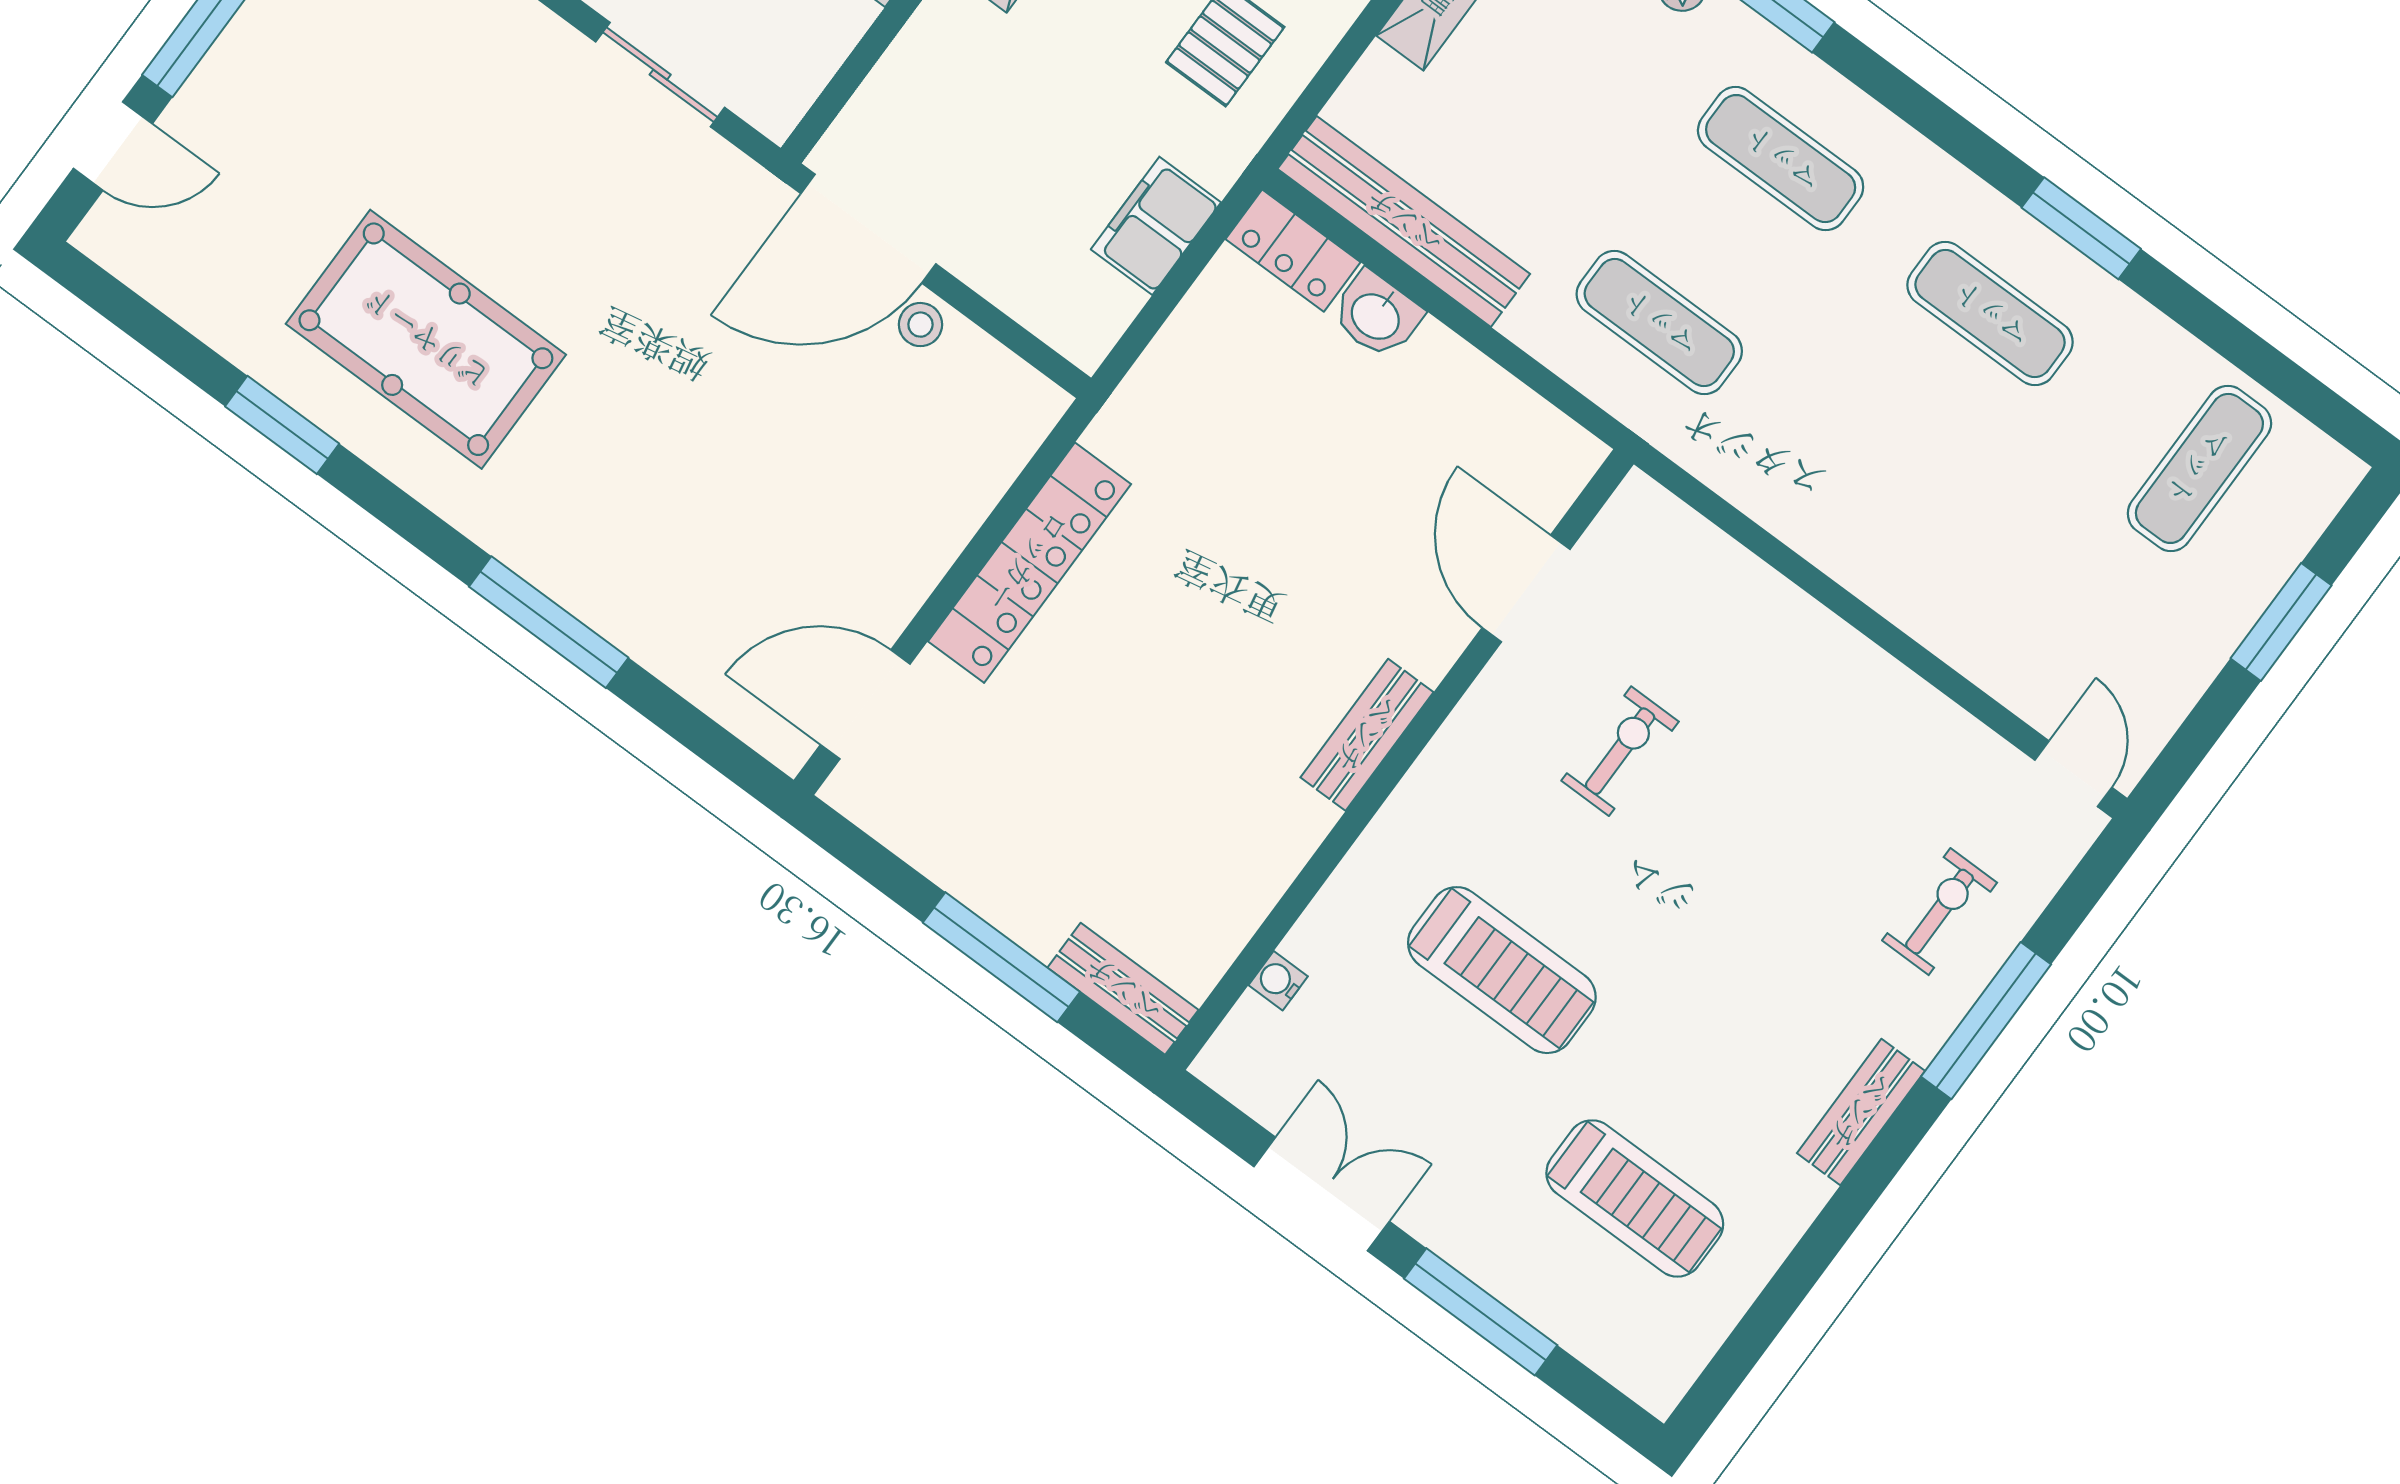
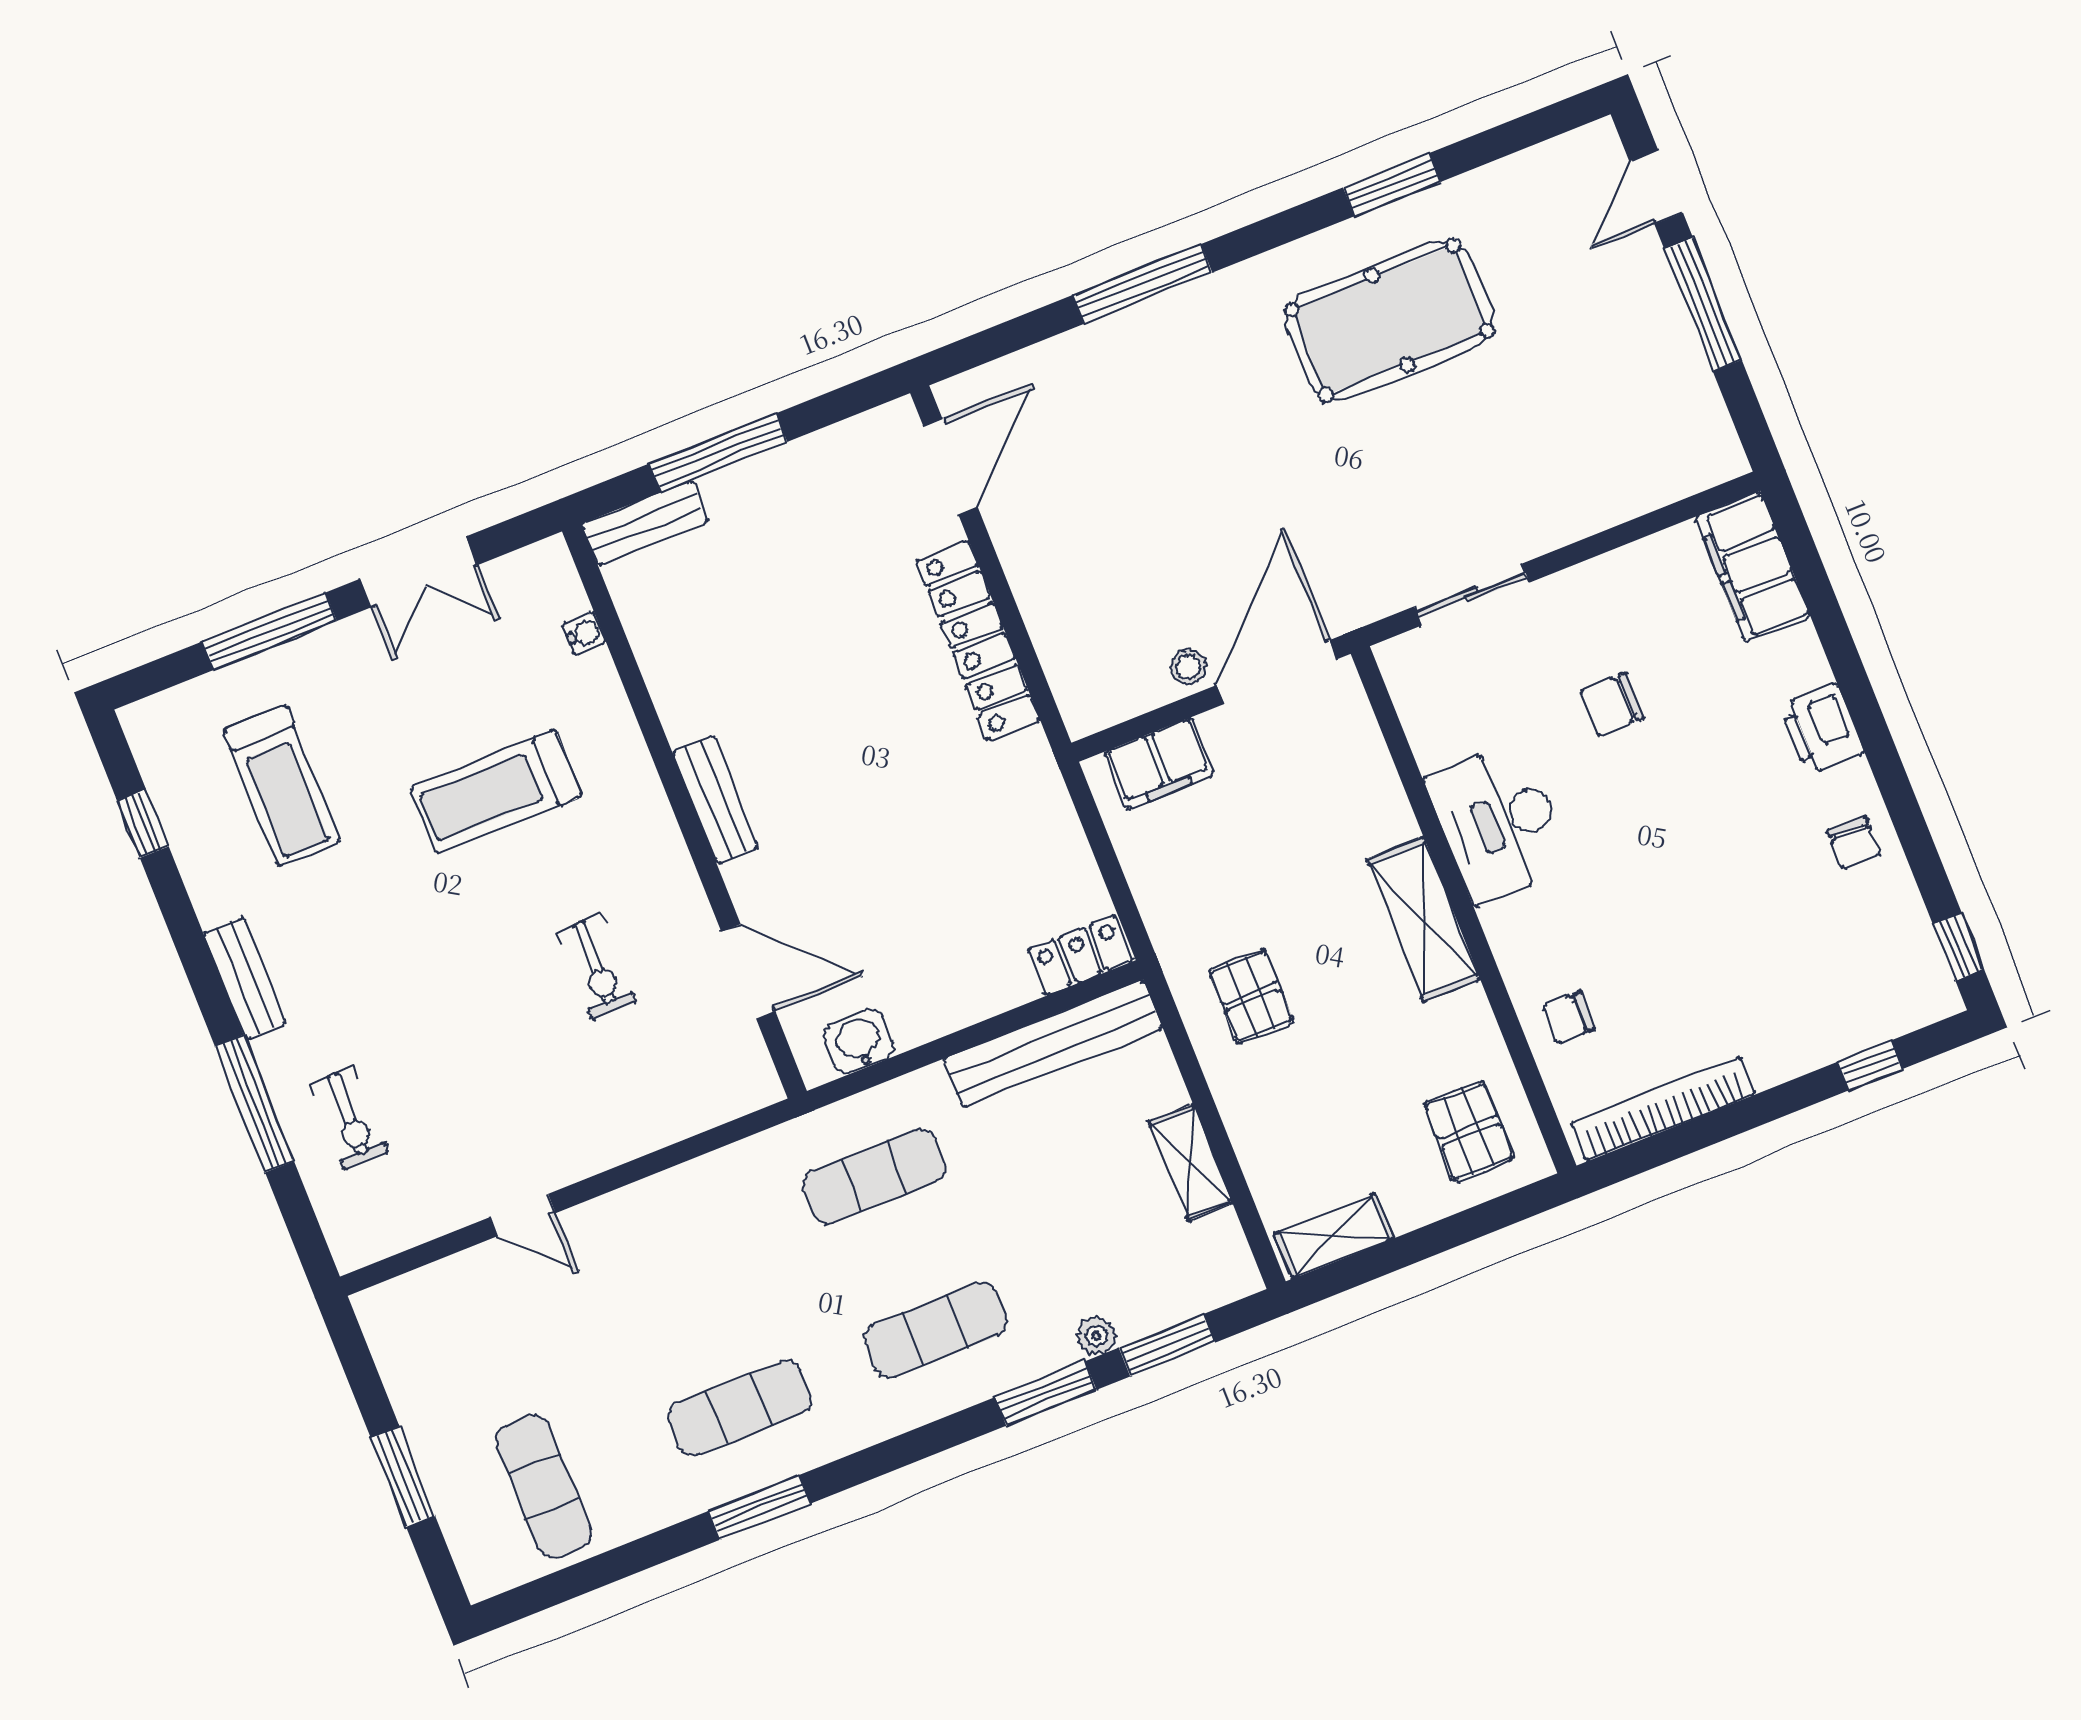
filing cabinet: (1156, 226) -> (1159, 764), moved, turned 90
washbasin: (1376, 315) -> (859, 1042), moved
door: (2073, 774) -> (523, 1215), moved
treadmill: (1635, 1198) -> (282, 786), turned -90
window: (1765, 1320) -> (143, 823), added

